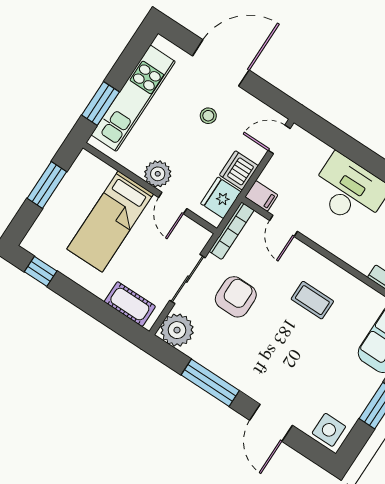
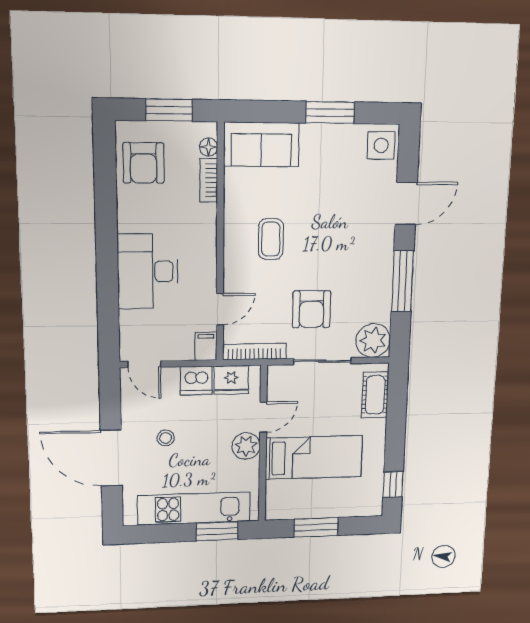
armchair: (236, 297) -> (311, 309), turned -90

